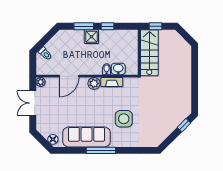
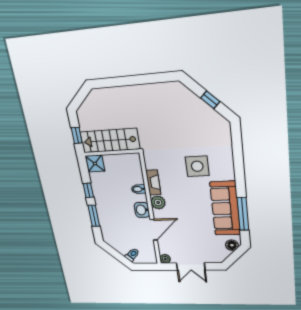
shower: (91, 37) -> (95, 164), moved
washbasin: (118, 69) -> (142, 210), moved
door: (69, 76) -> (154, 230), hinge flipped
window: (184, 125) -> (210, 100), moved
window: (101, 150) -> (243, 214), moved

